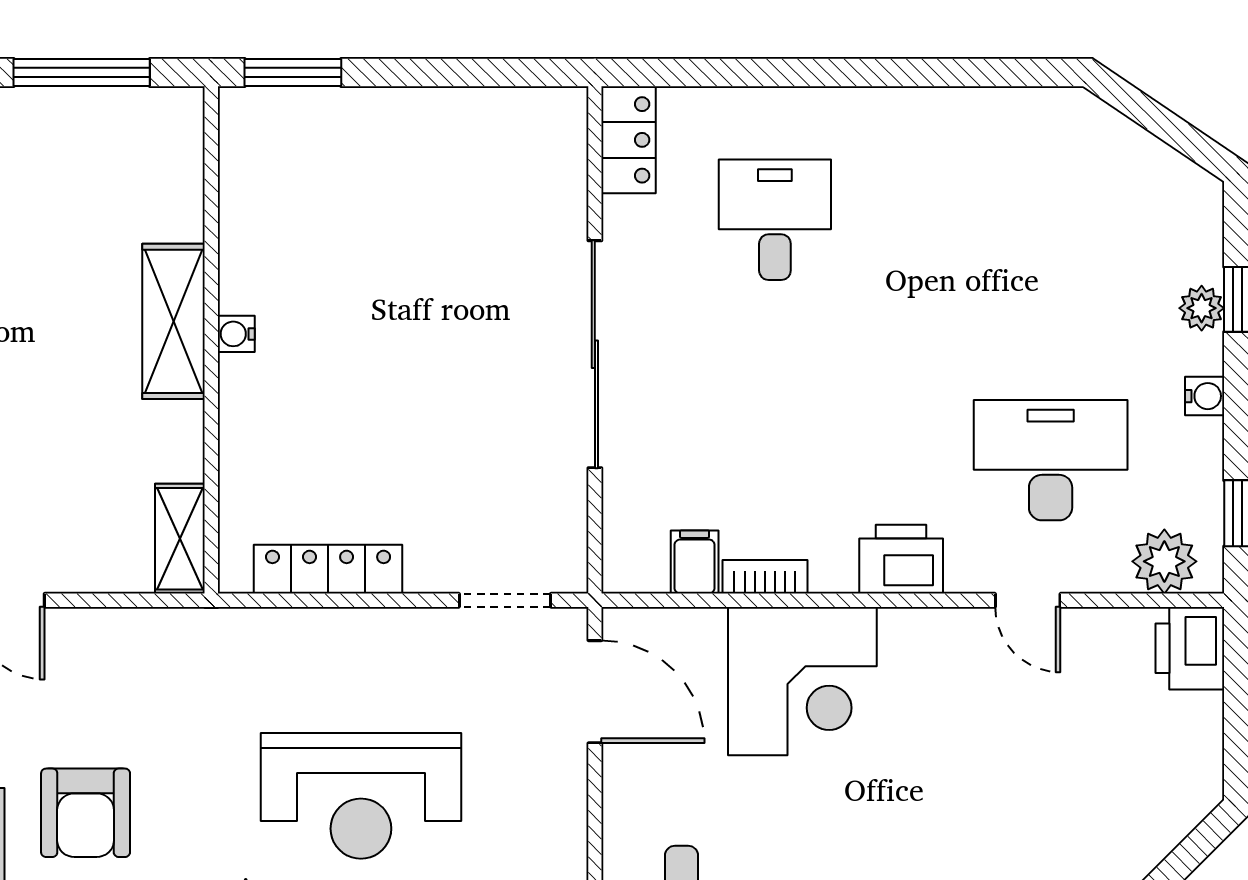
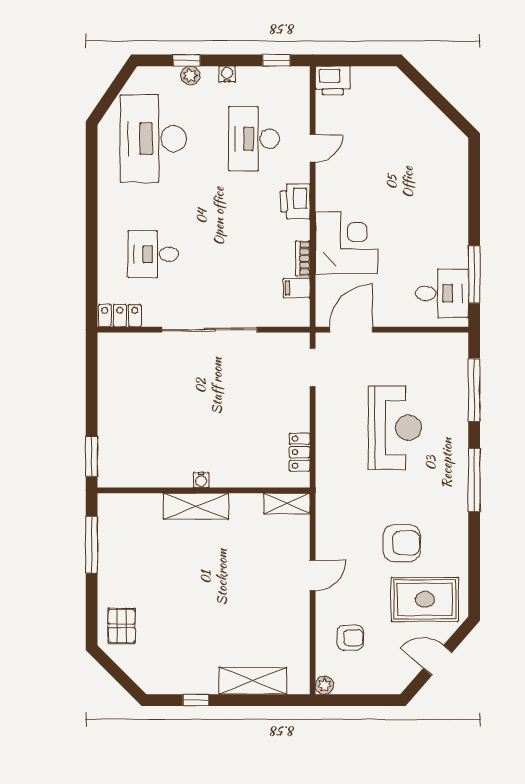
desk: (1051, 220) -> (153, 139), added
plant: (1164, 561) -> (296, 91), removed
locker: (328, 569) -> (300, 452), width x0.66

